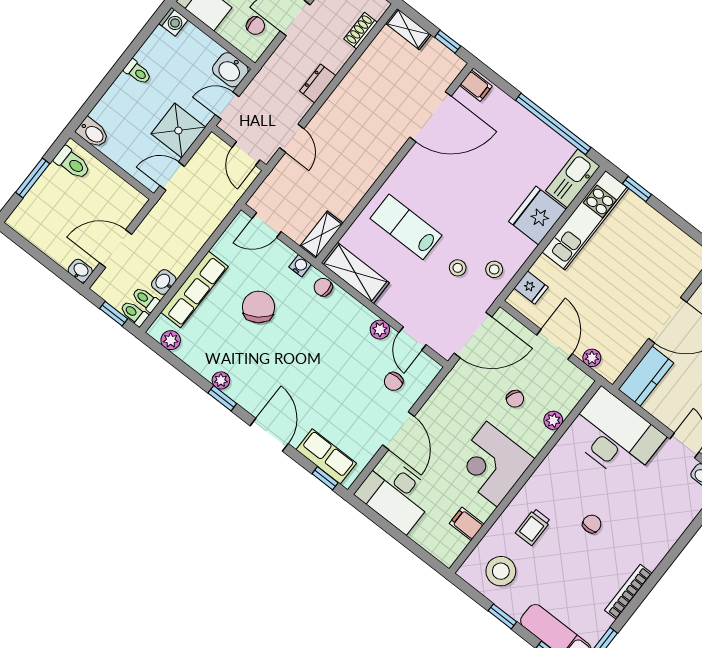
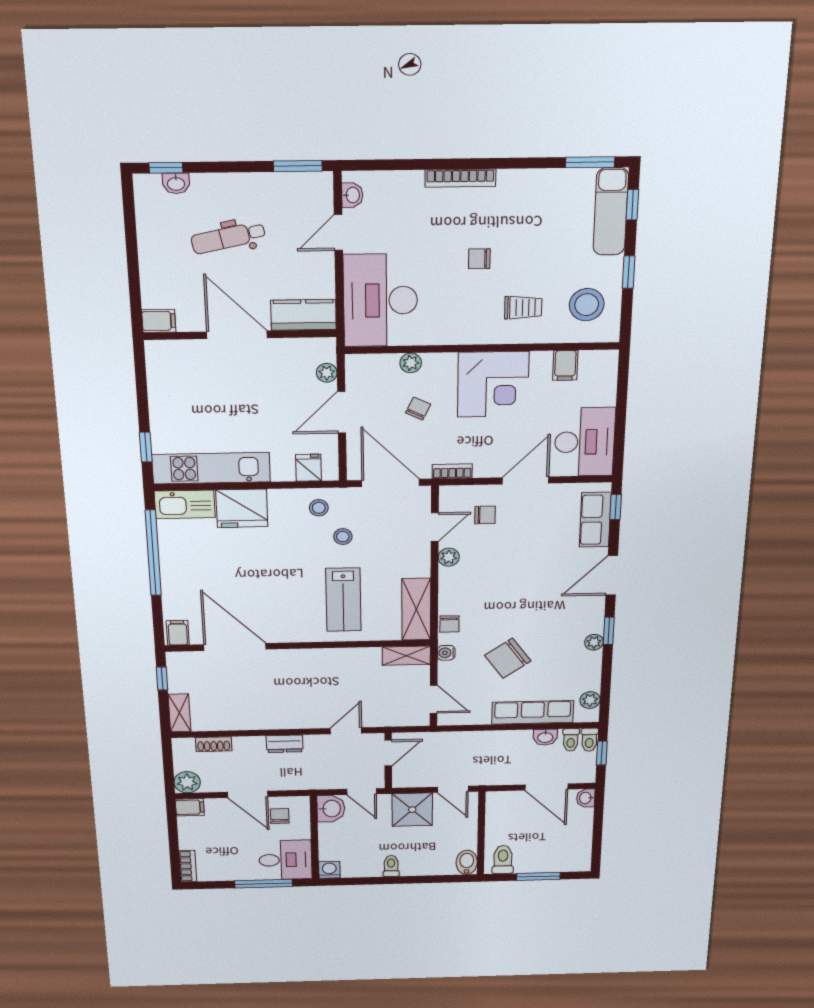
bookcase: (447, 385) -> (452, 471), added
bookcase: (628, 592) -> (460, 178), moved

